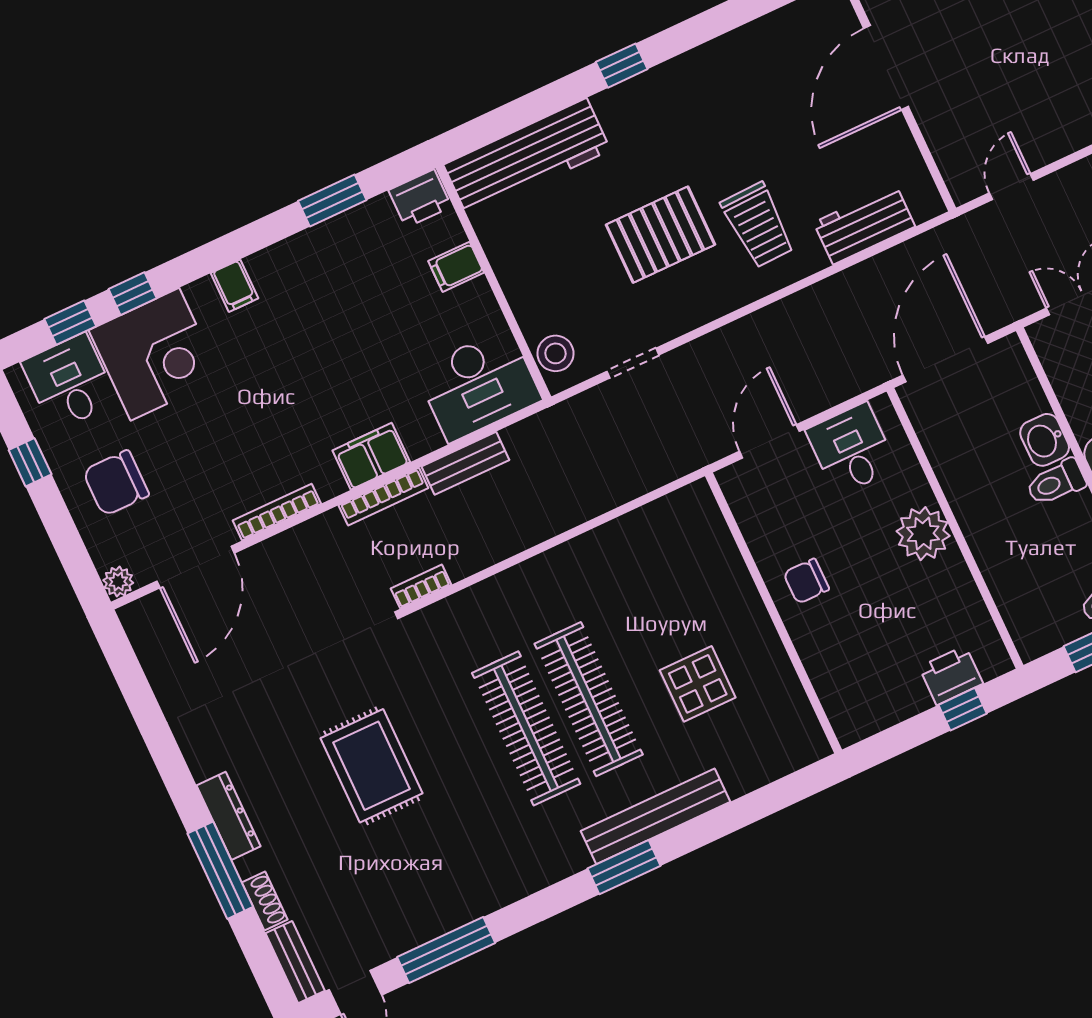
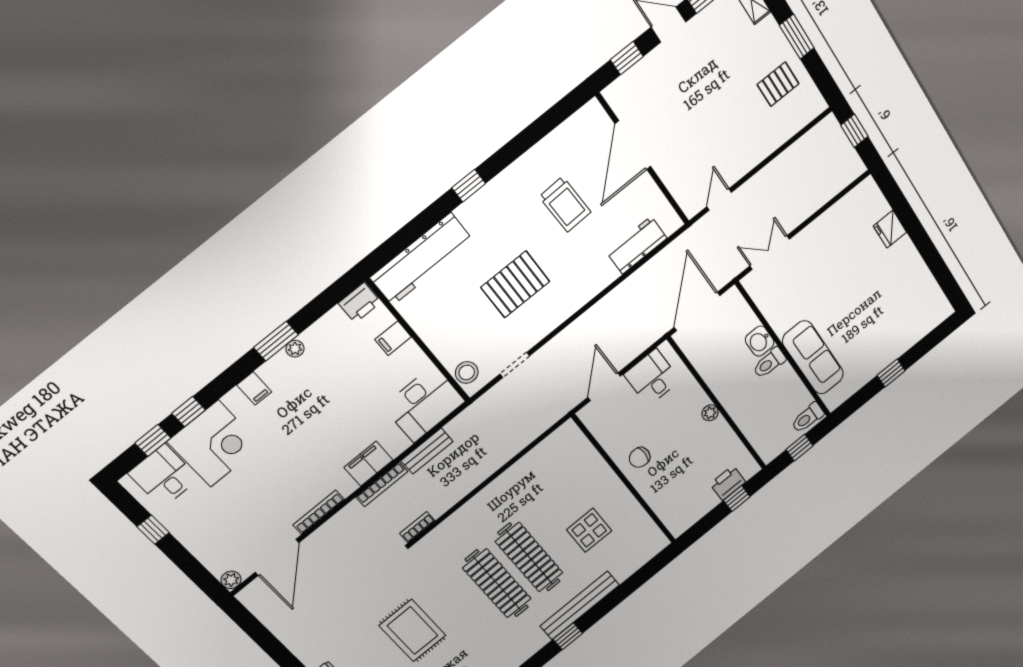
window: (332, 201) -> (276, 341), moved
trolley: (758, 225) -> (565, 204), moved
plant: (309, 242) -> (295, 349), added
chair: (116, 483) -> (212, 525), removed
plant: (923, 534) -> (710, 413), width x0.53, depth x0.53
window: (624, 867) -> (568, 636), width x0.67

